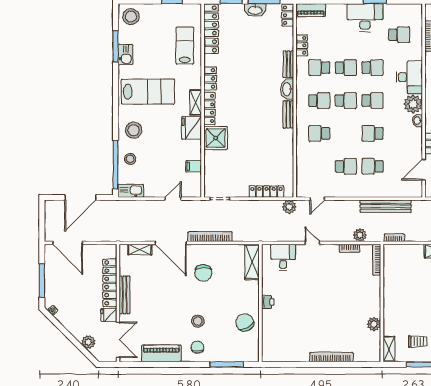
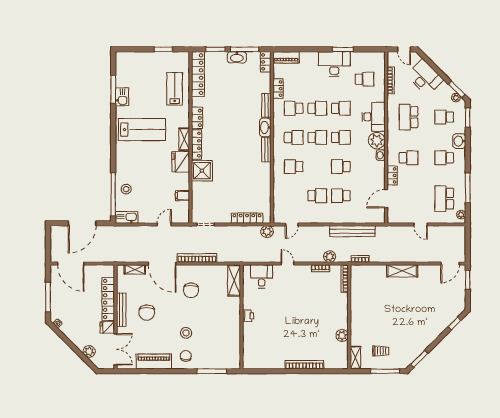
stool: (131, 17) -> (127, 63), removed
stool: (134, 130) -> (129, 164), removed
chair: (245, 323) -> (147, 313), moved, turned -153

